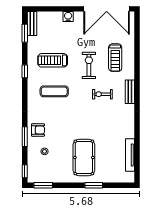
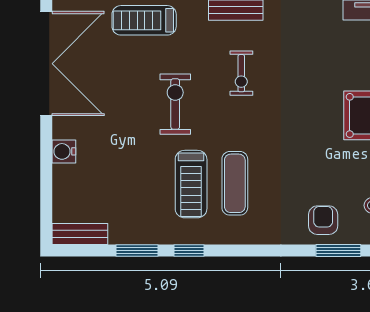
window: (25, 33) -> (137, 250), moved
treadmill: (115, 58) -> (144, 20), moved, turned 180
treadmill: (53, 60) -> (191, 184), moved
exercise bike: (89, 65) -> (175, 104), turned 90

